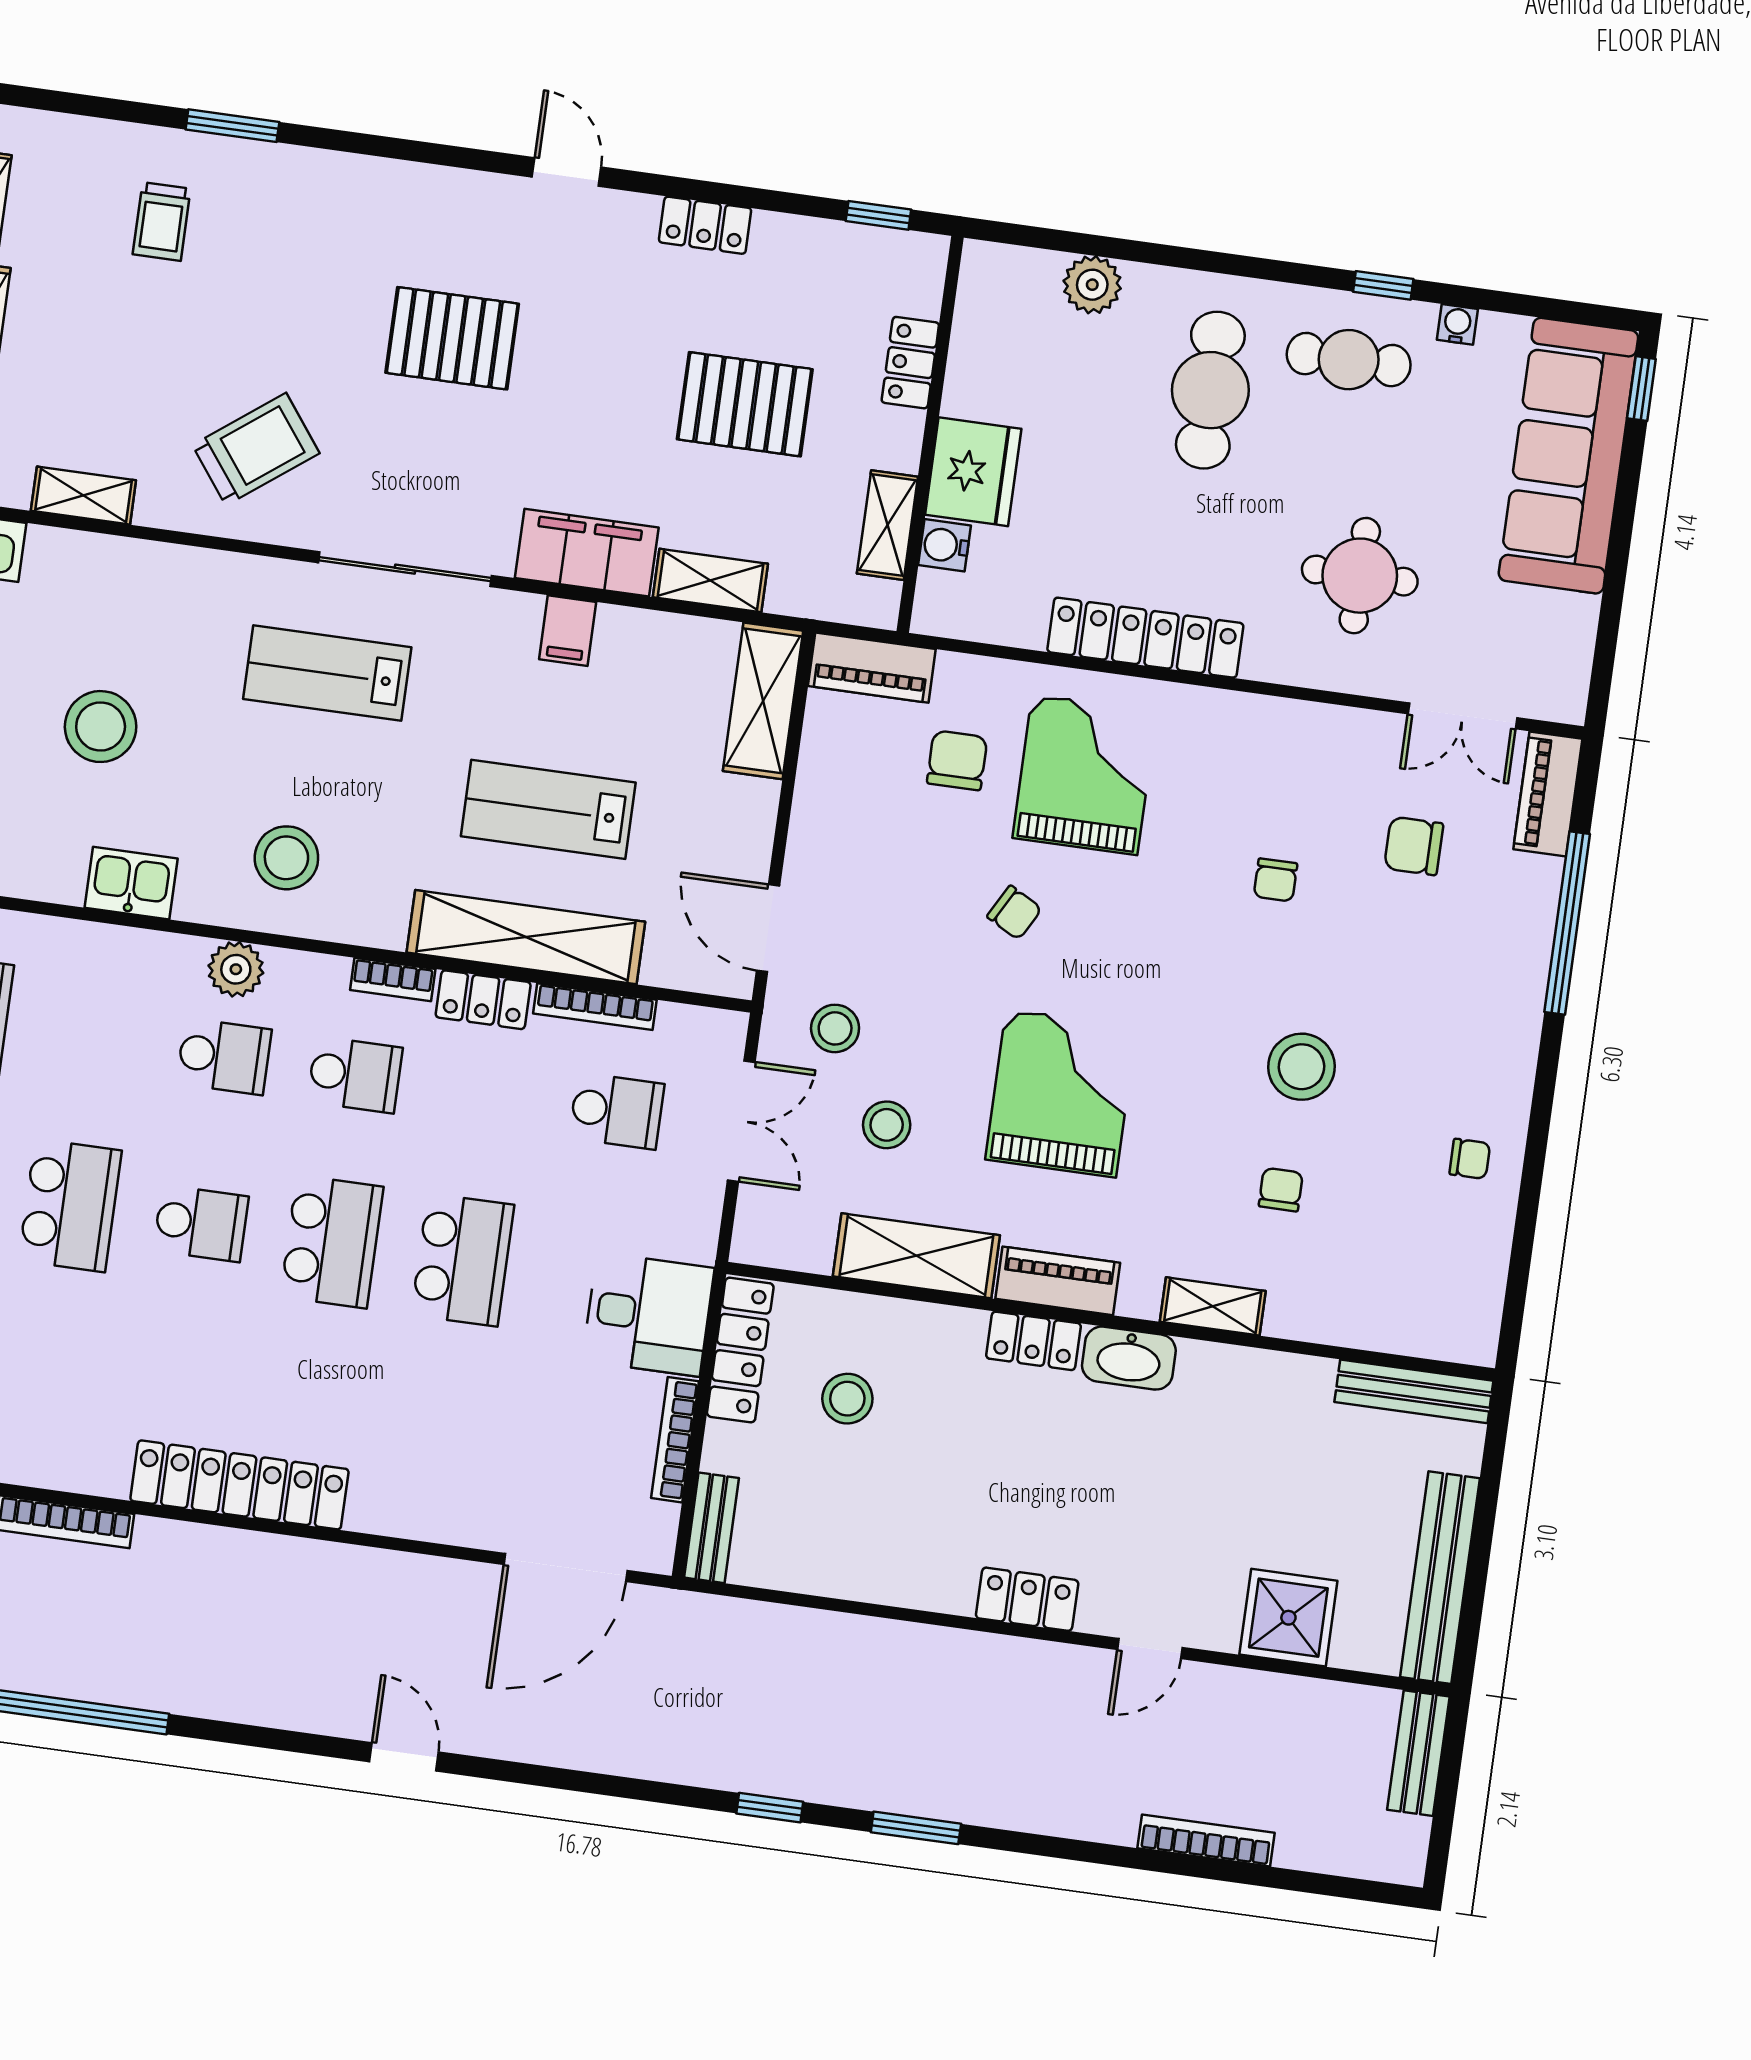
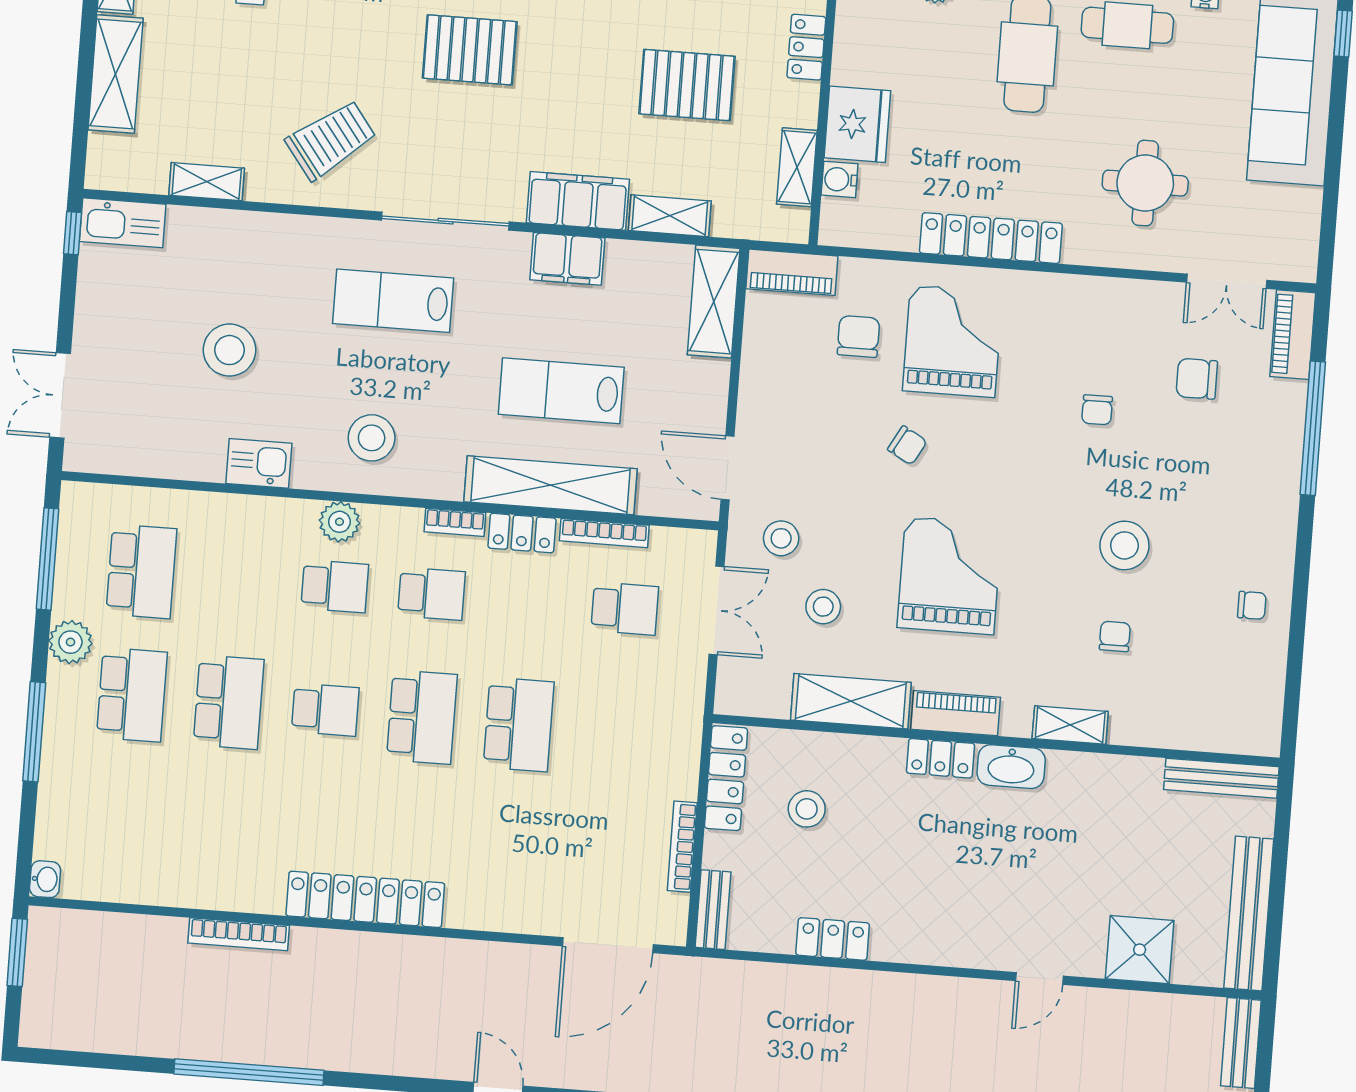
filing cabinet: (568, 631) -> (567, 259), width x2.00
desk: (648, 1314) -> (657, 756), removed
locker: (1027, 1599) -> (833, 939), moved

